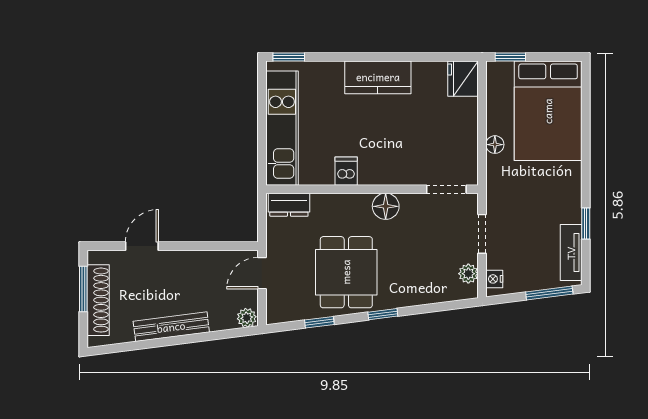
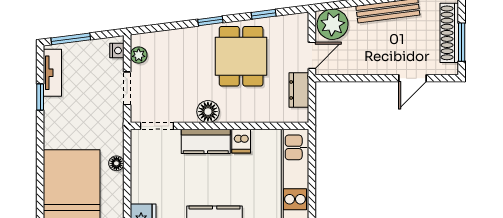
kitchen counter: (388, 171) -> (206, 141), added
dresser: (289, 205) -> (299, 90), moved, turned -90
plant: (247, 318) -> (333, 24), width x1.88, depth x1.88

